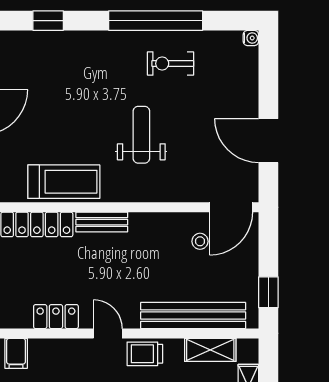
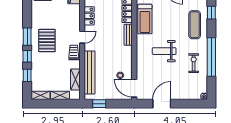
exercise mat: (78, 61) -> (195, 25), added
weight bench: (141, 135) -> (164, 51), turned 180

